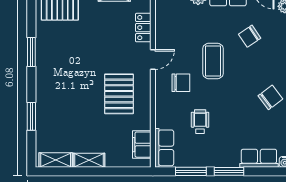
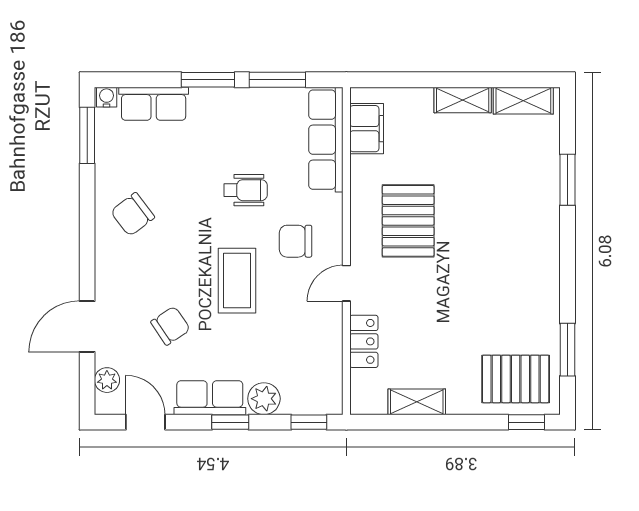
window: (31, 52) -> (567, 350), moved
wheelchair: (200, 122) -> (246, 190), moved, turned -90
row of seats: (164, 148) -> (326, 140), width x1.48

